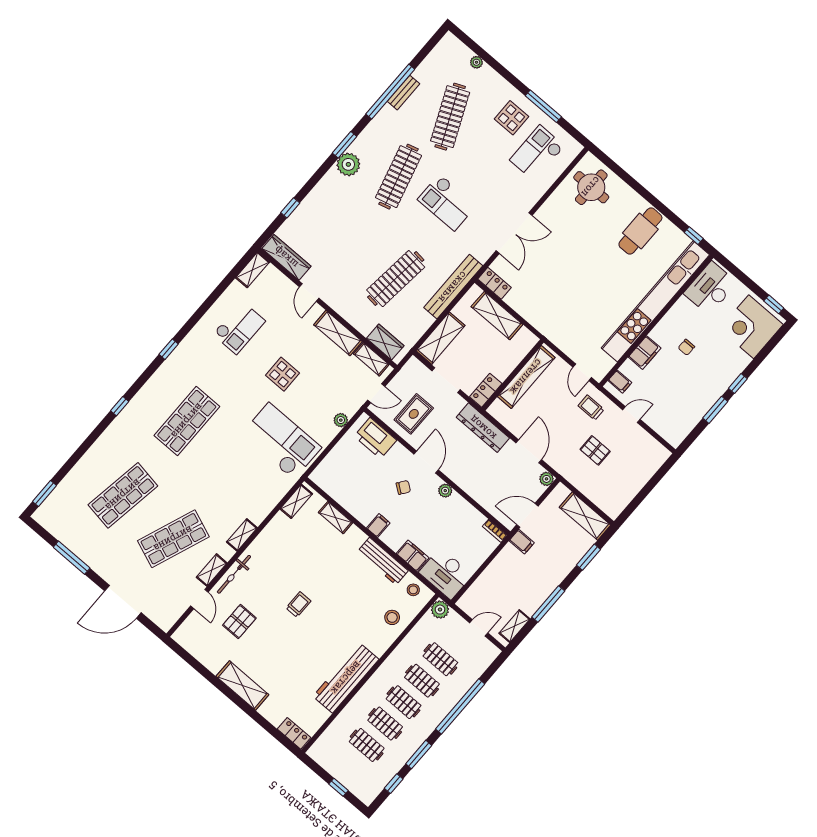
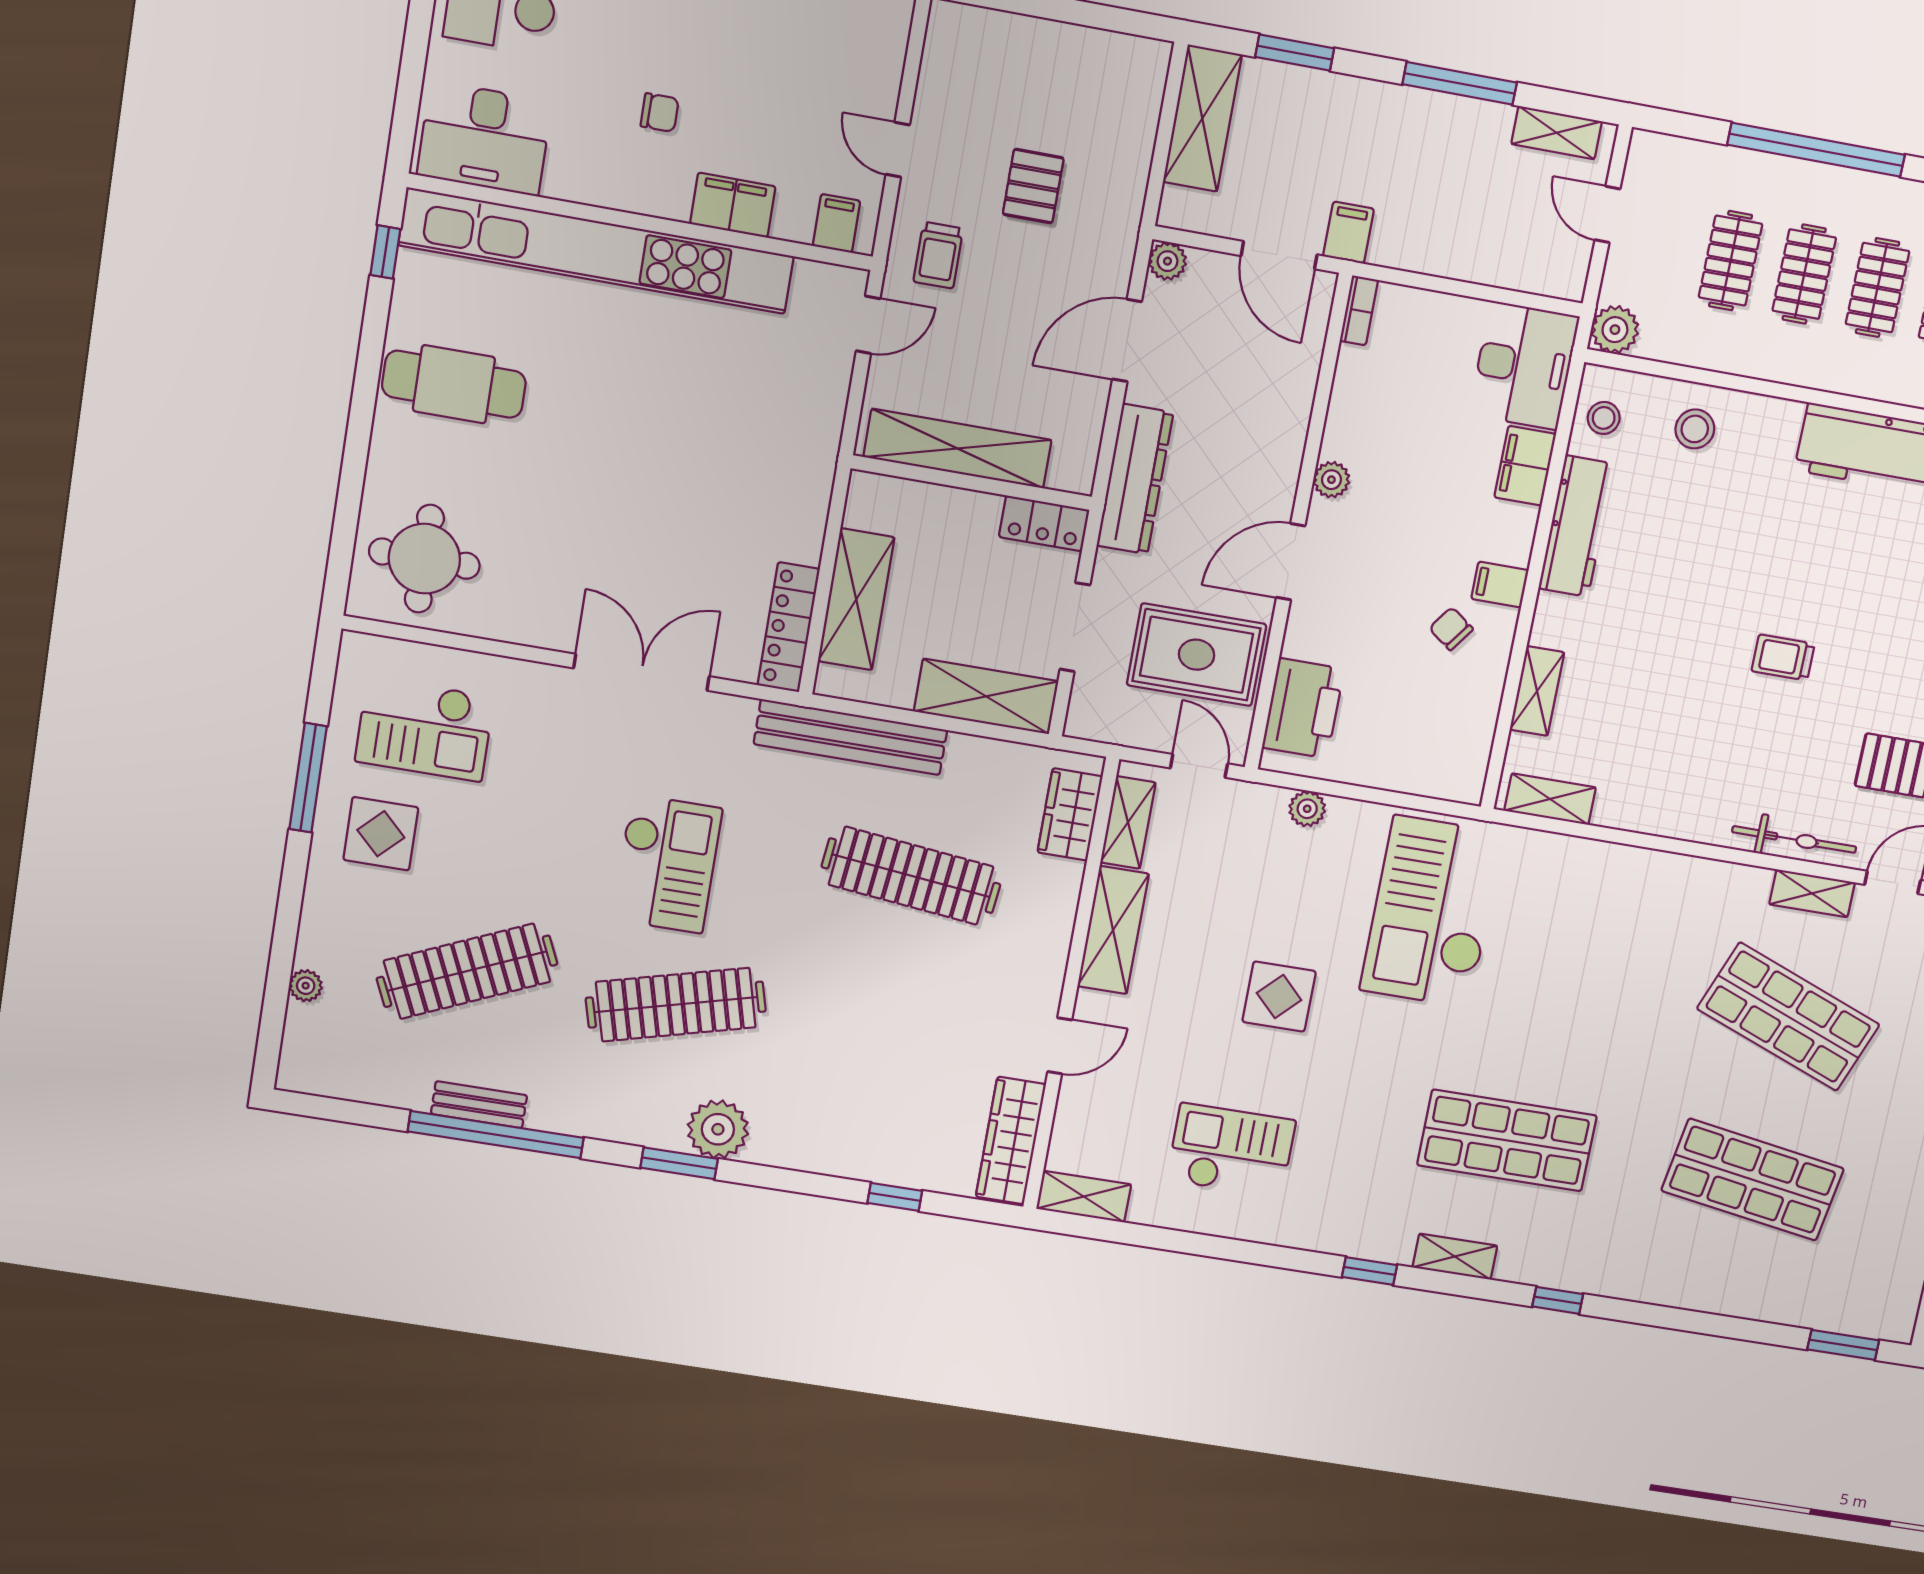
locker: (495, 283) -> (789, 627), width x1.53
rug: (414, 414) -> (1197, 655), width x1.36, depth x1.43
chair: (403, 487) -> (1451, 629), moved
shelving: (242, 535) -> (1455, 1257), moved

